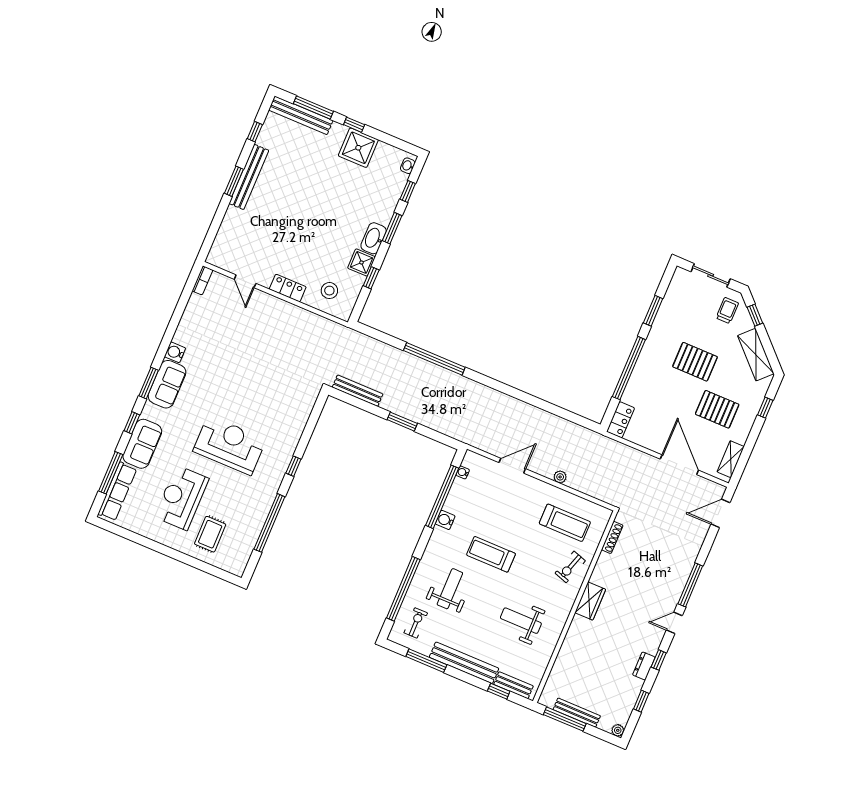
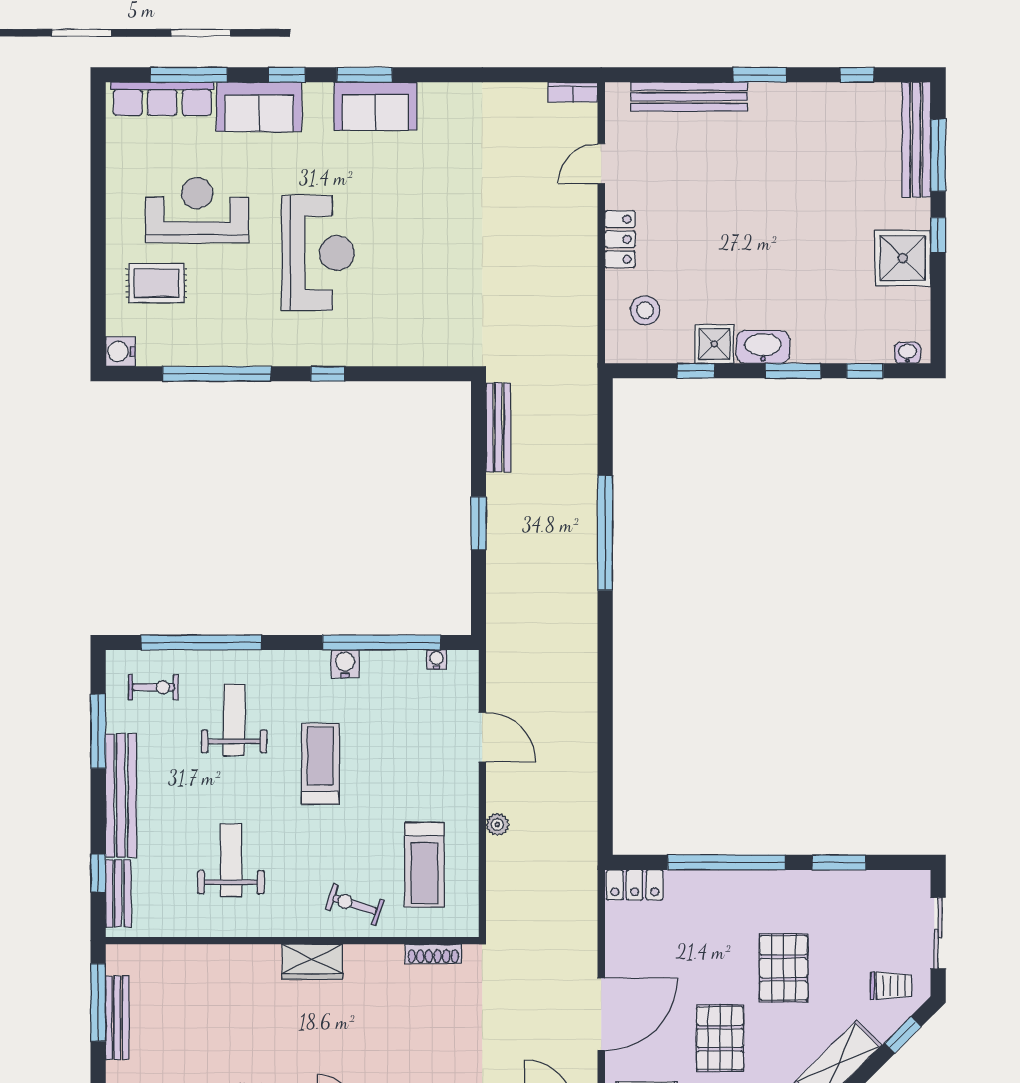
bench: (249, 177) -> (689, 97), moved
water cooler: (175, 352) -> (120, 351), moved, turned -90
weight bench: (450, 589) -> (234, 720), turned -90

